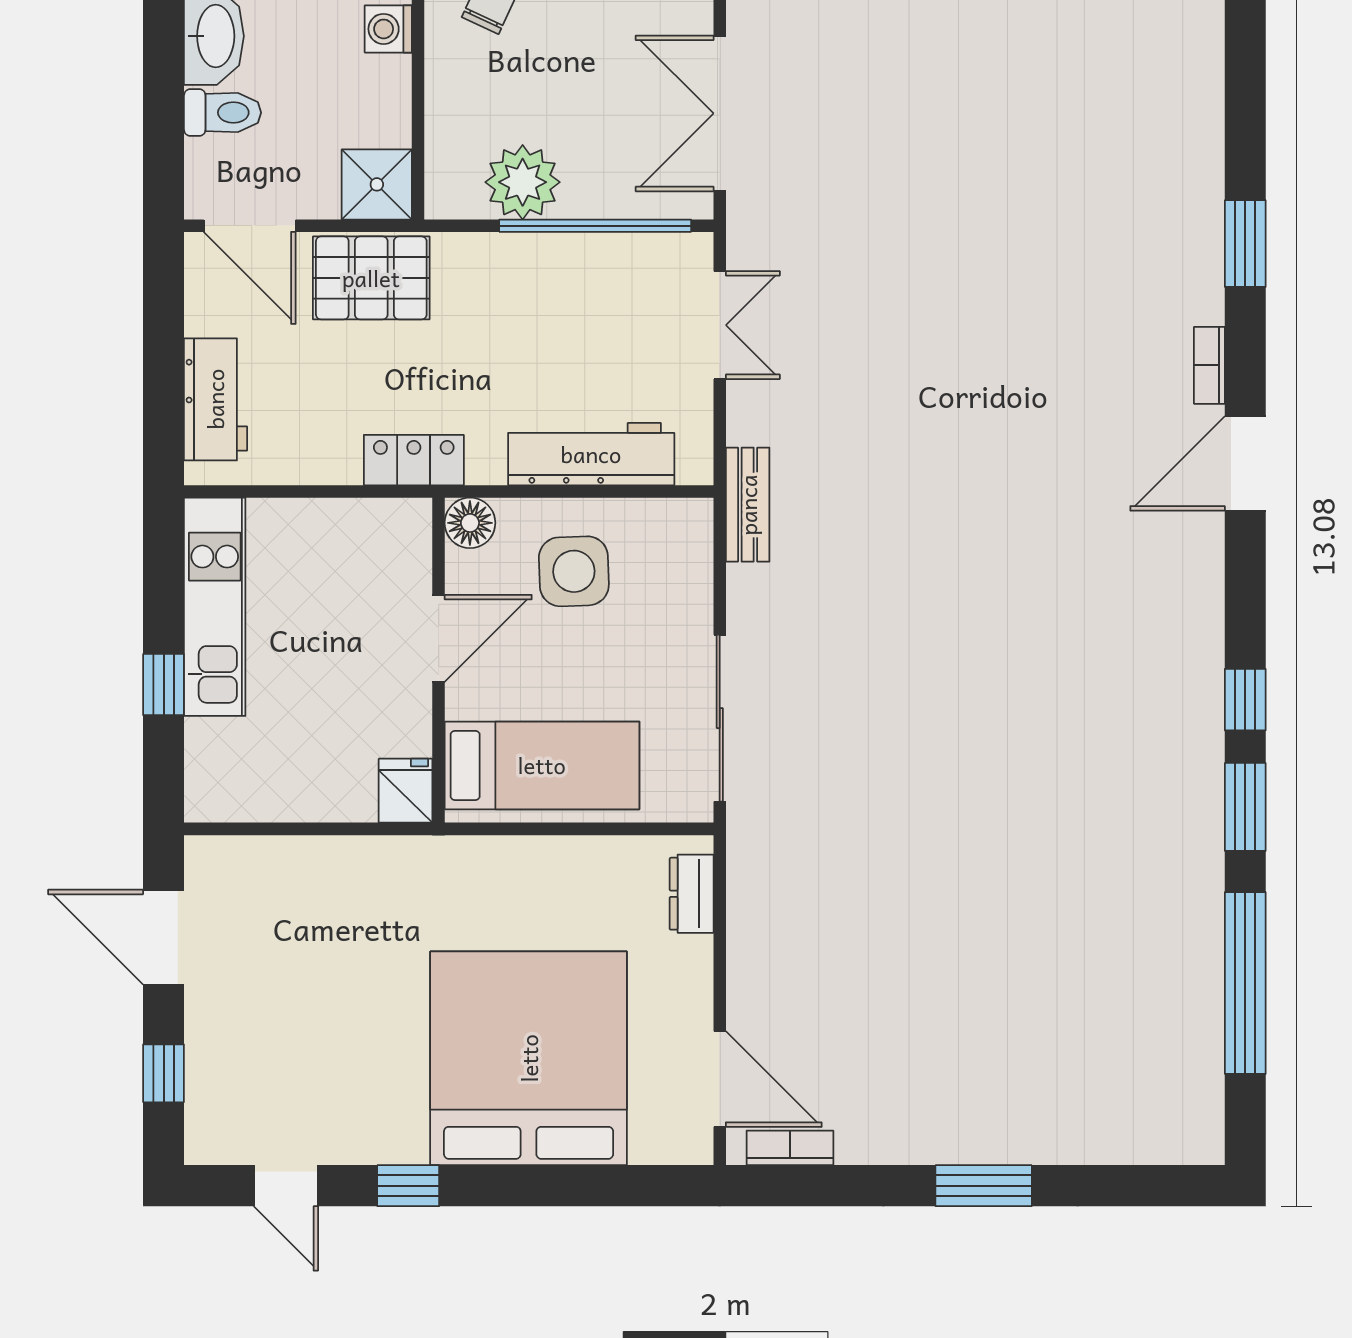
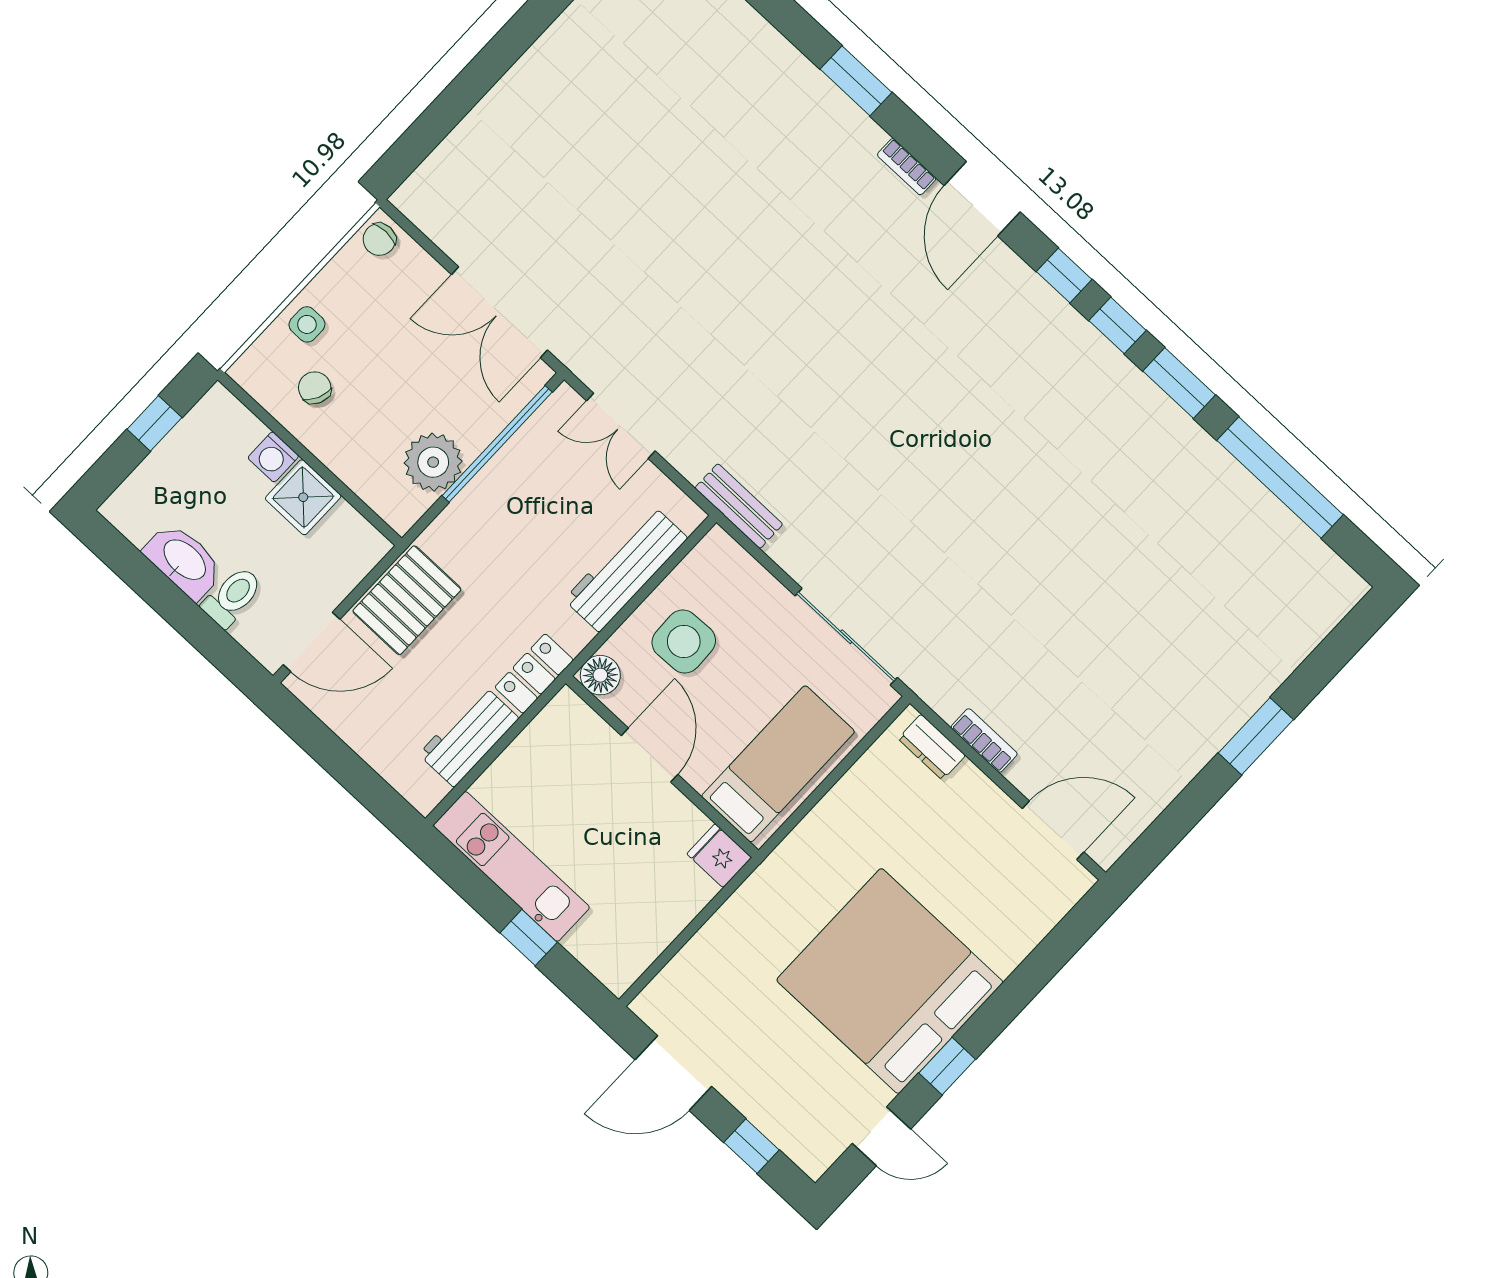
shower: (377, 184) -> (303, 497), moved
double door: (720, 325) -> (621, 426), swing flipped
workbench: (215, 399) -> (469, 736), moved, turned -90
window: (1245, 607) -> (1064, 276), added
bed: (529, 1058) -> (890, 981), moved
bookcase: (790, 1148) -> (984, 740), moved, turned 90

